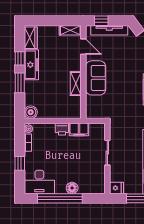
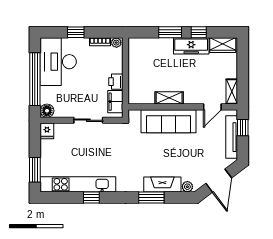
sofa: (96, 78) -> (169, 121), width x1.36
boiler: (31, 112) -> (136, 45), removed
sliding door: (107, 153) -> (88, 120), moved
wall: (107, 158) -> (82, 120), moved
desk: (39, 182) -> (58, 62), width x1.36, depth x1.30
floor lamp: (72, 188) -> (47, 111), moved
fridge: (117, 188) -> (47, 131), moved

